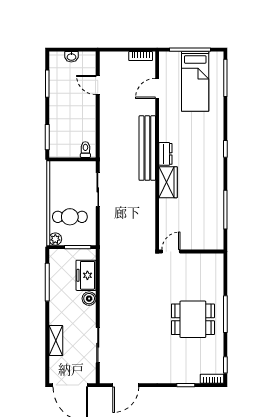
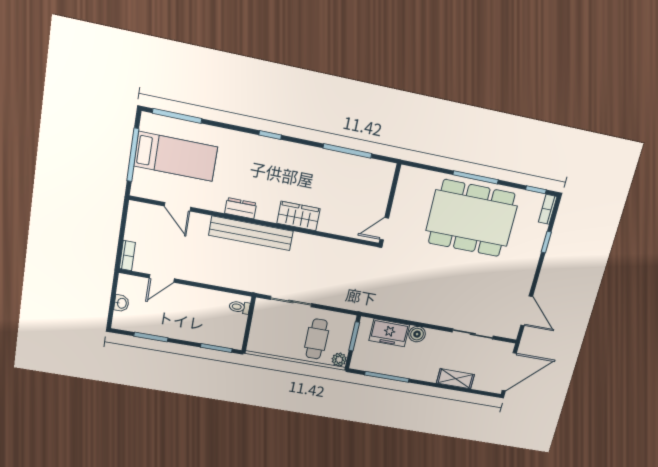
bookcase: (141, 56) -> (127, 256), moved
dresser: (165, 154) -> (241, 208), moved
door: (171, 252) -> (384, 229), hinge flipped
dining table: (193, 319) -> (472, 218), width x1.87, depth x1.24

